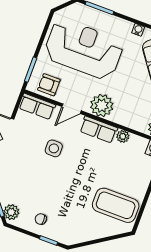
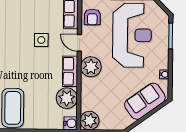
armchair: (49, 85) -> (92, 17), turned 180
plant: (123, 136) -> (67, 98), width x1.87, depth x1.87

